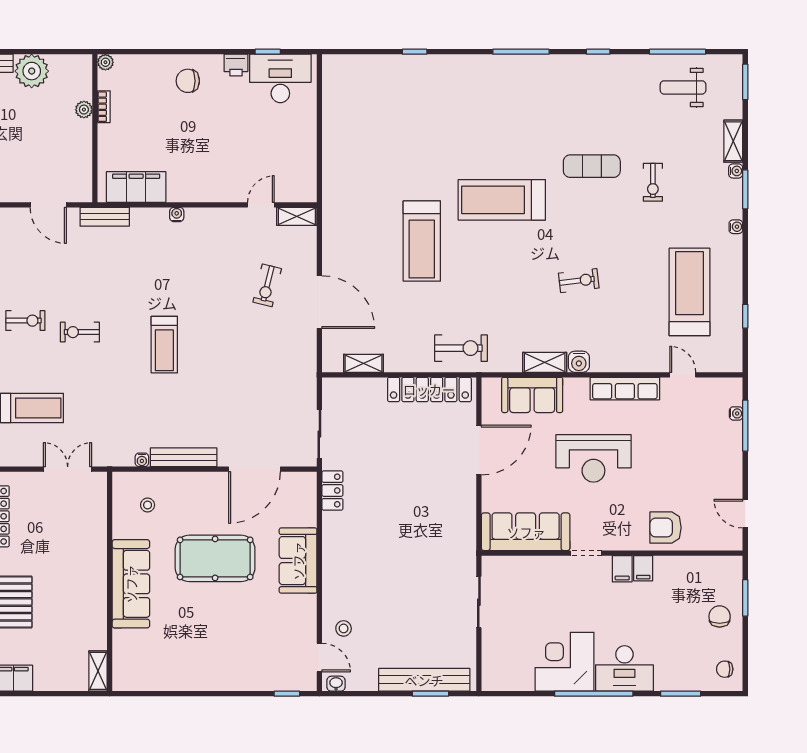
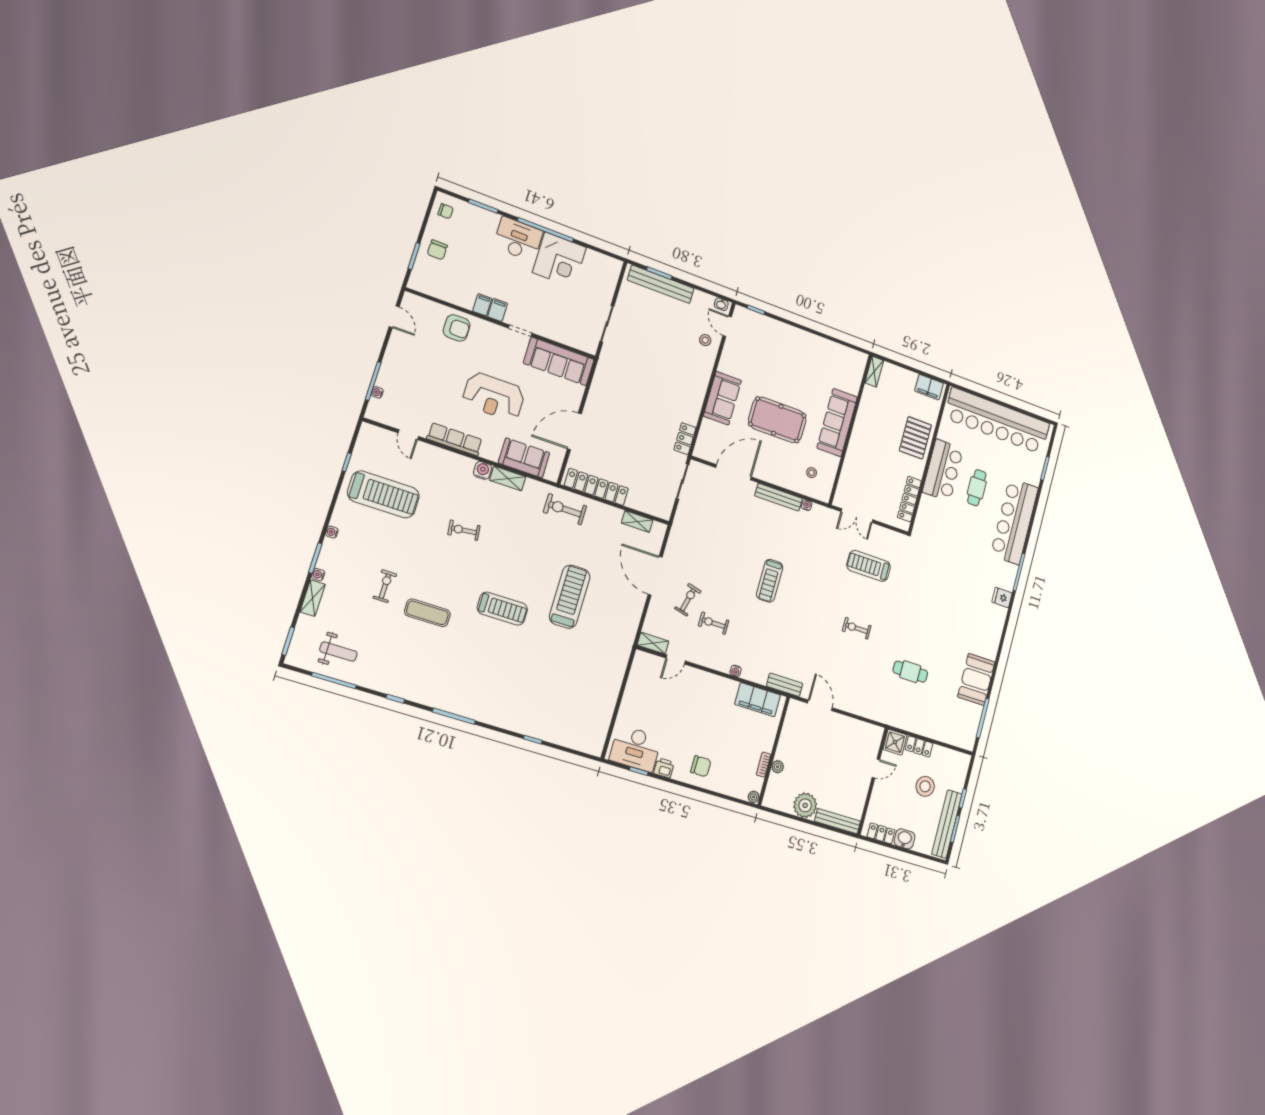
treadmill: (502, 200) -> (502, 609), width x0.73, depth x0.73
treadmill: (690, 292) -> (383, 494), turned -90
exercise bike: (80, 332) -> (714, 623), moved, turned 180
treadmill: (164, 345) -> (770, 581), turned 180
reception desk: (593, 458) -> (494, 396), turned 180

